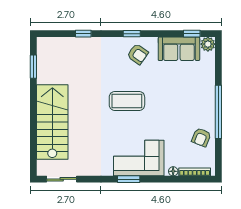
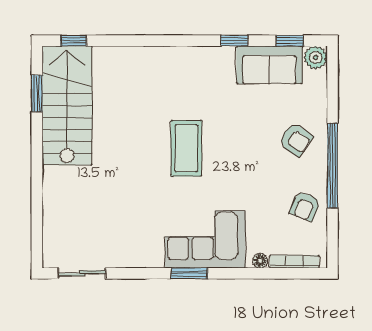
window: (83, 34) -> (73, 41), moved
window: (132, 34) -> (234, 41), moved
armchair: (138, 54) -> (296, 140), moved
coffee table: (127, 101) -> (186, 148), turned 90
stairs: (52, 122) -> (67, 105), moved

